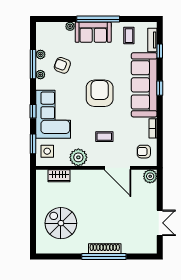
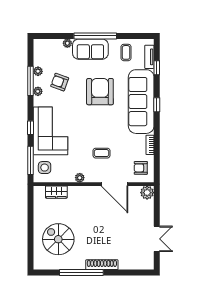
armchair: (100, 93) -> (100, 92), moved
window: (33, 144) -> (30, 160), width x1.44
plant: (78, 157) -> (80, 178), width x0.53, depth x0.53
window: (104, 257) -> (81, 272), moved

